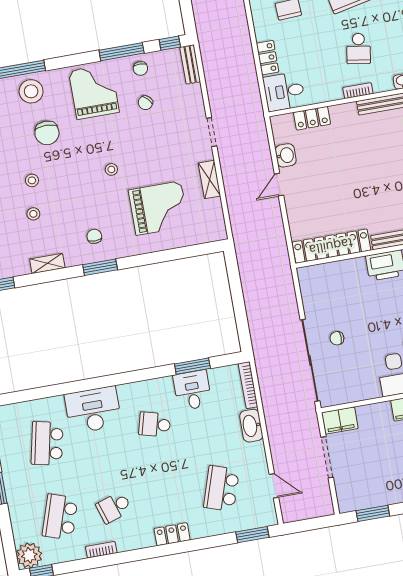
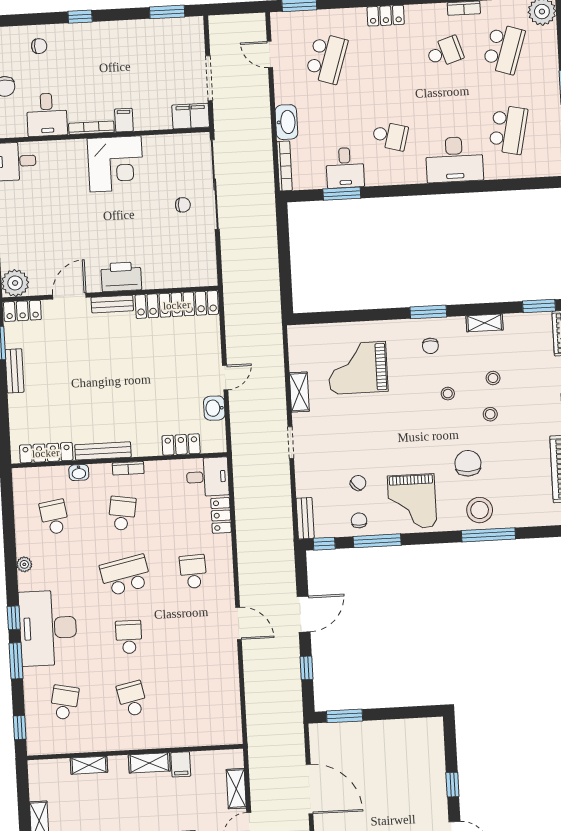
stool: (111, 169) -> (448, 394), moved

